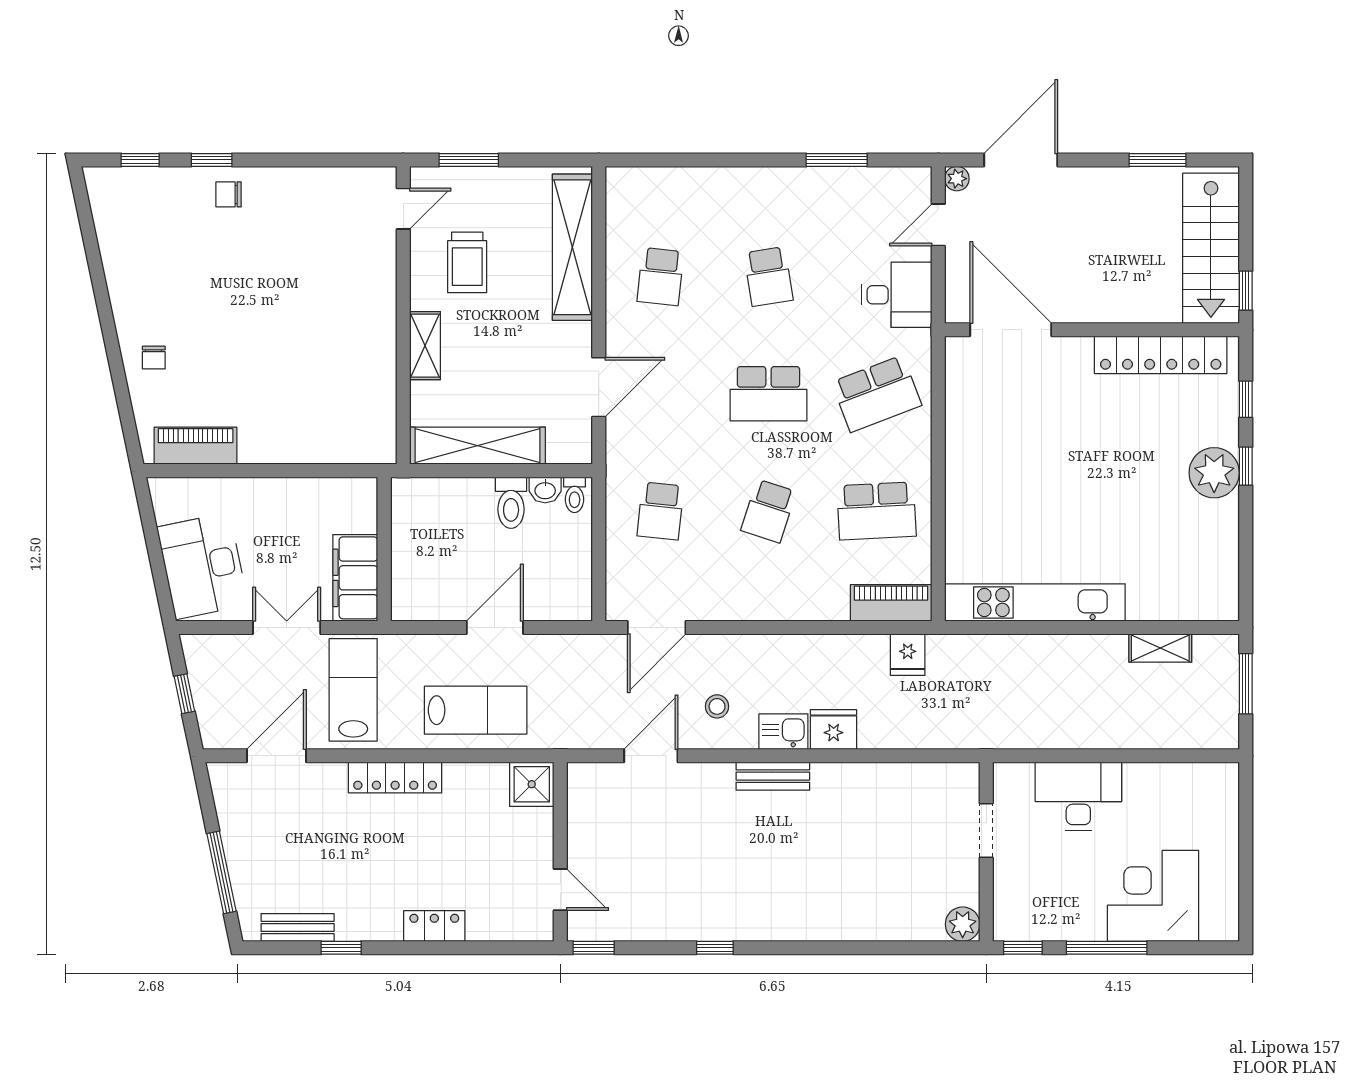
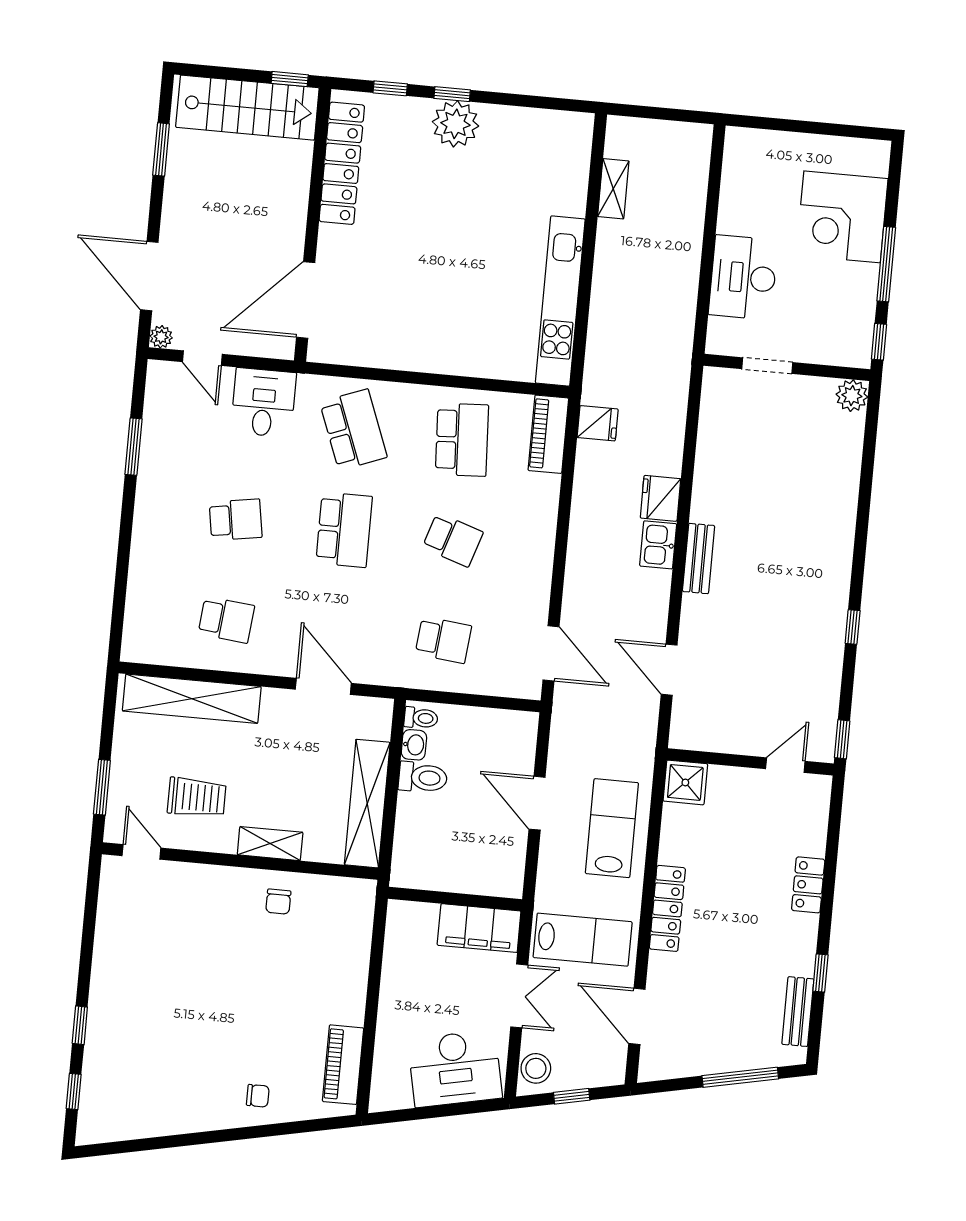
chair: (229, 194) -> (278, 902), moved
double door: (287, 628) -> (519, 996), swing flipped
window: (1246, 684) -> (654, 113), removed
lab bench: (353, 690) -> (583, 940), turned 180
stool: (717, 706) -> (536, 1068), moved, width x1.37, depth x1.37

